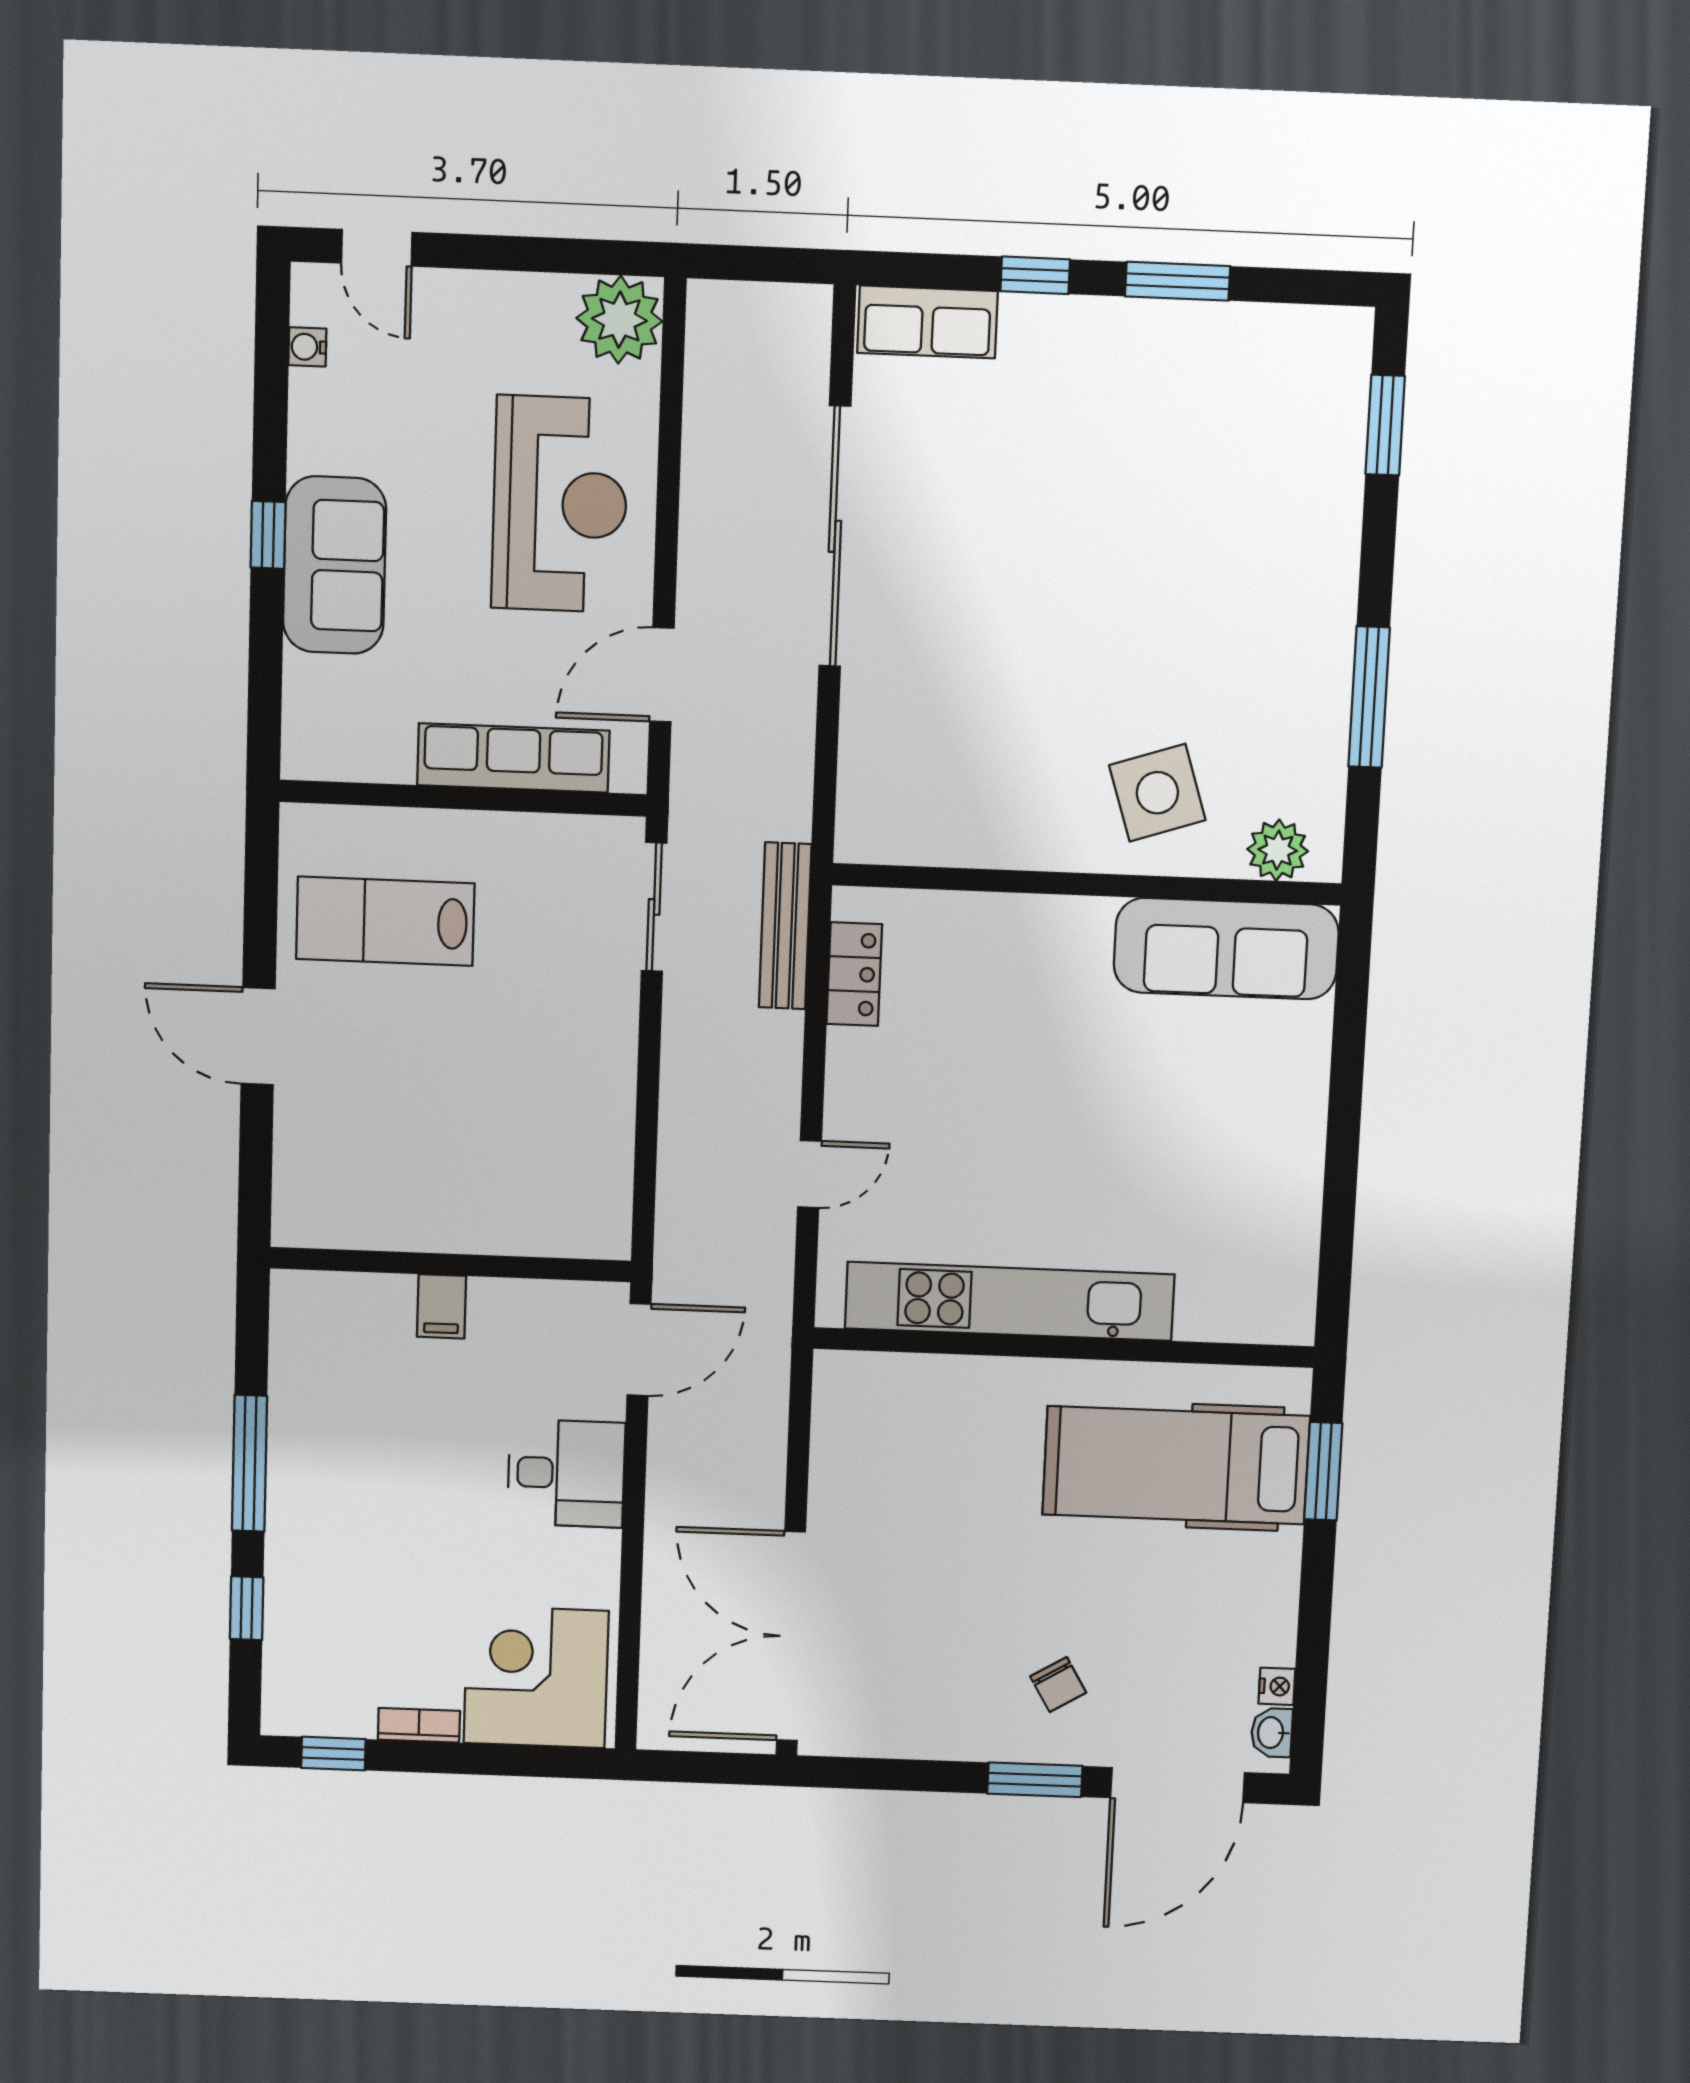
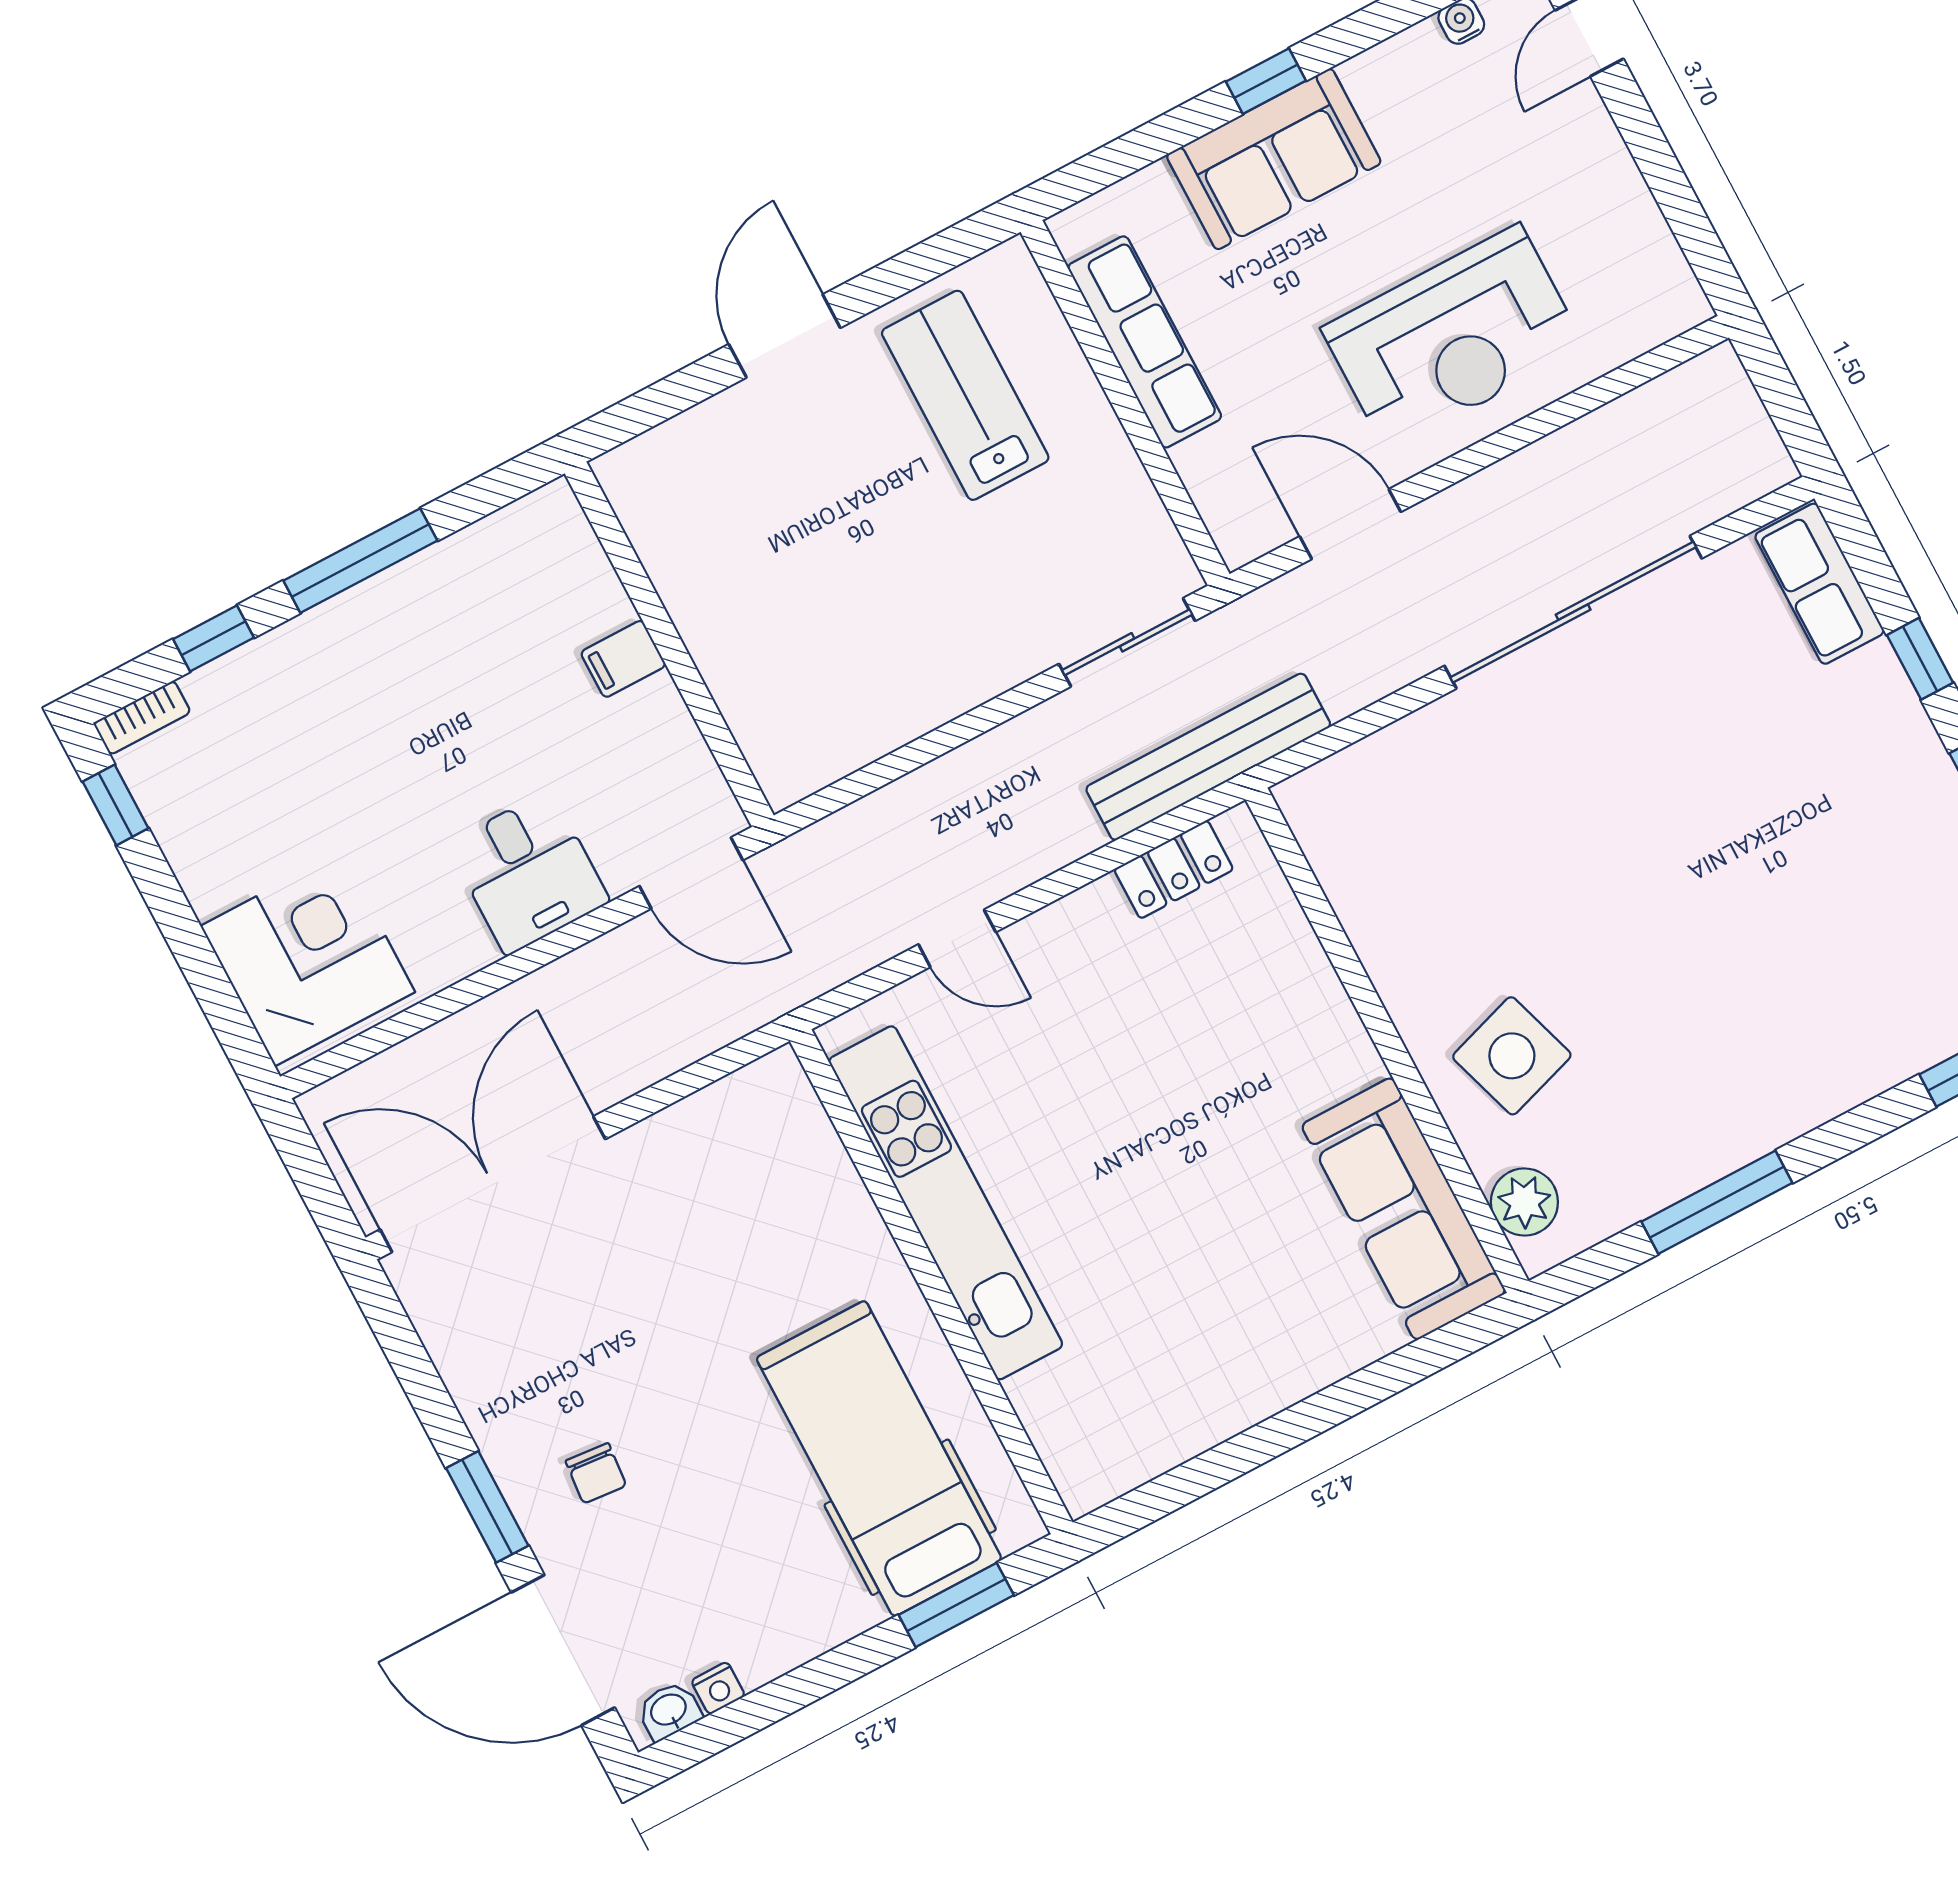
plant: (619, 320) -> (1655, 296), removed
row of seats: (513, 758) -> (1145, 342), moved
bench: (785, 926) -> (1208, 757), width x1.37, depth x1.21
chair: (1058, 1685) -> (596, 1473), turned -54
bookcase: (419, 1725) -> (142, 718), moved, turned 90

